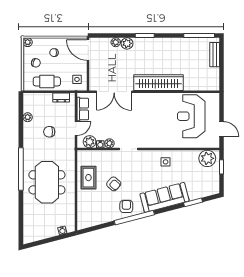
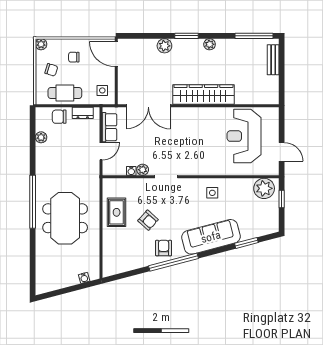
plant: (116, 42) -> (210, 44), moved
chair: (49, 132) -> (59, 117), moved
plant: (90, 142) -> (118, 168), removed

